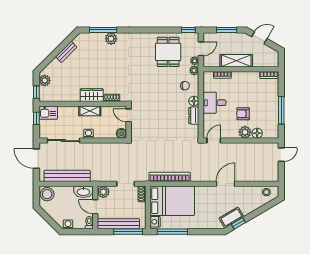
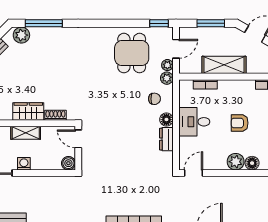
plant: (111, 39) -> (21, 35), moved
armchair: (243, 114) -> (240, 123), moved

